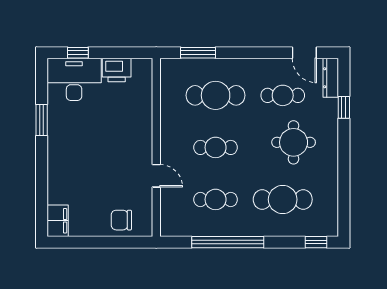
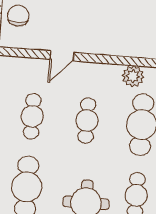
plant: (170, 107) -> (133, 76), added

